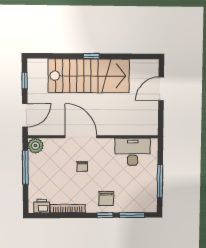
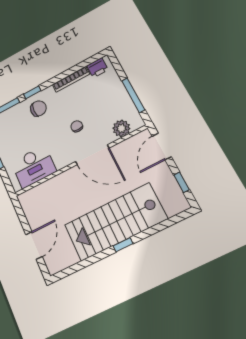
plant: (36, 146) -> (121, 128), moved
chair: (106, 199) -> (38, 108), turned 90

